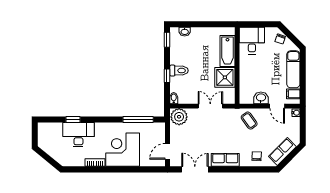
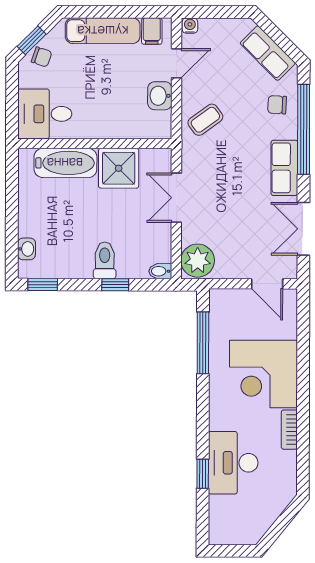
window: (289, 34) -> (32, 40), added
window: (244, 169) -> (304, 129), added

